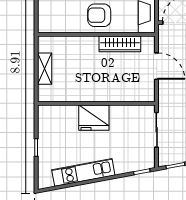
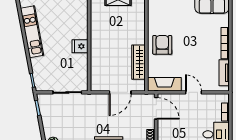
fridge: (94, 118) -> (80, 46), width x0.53, depth x0.75

